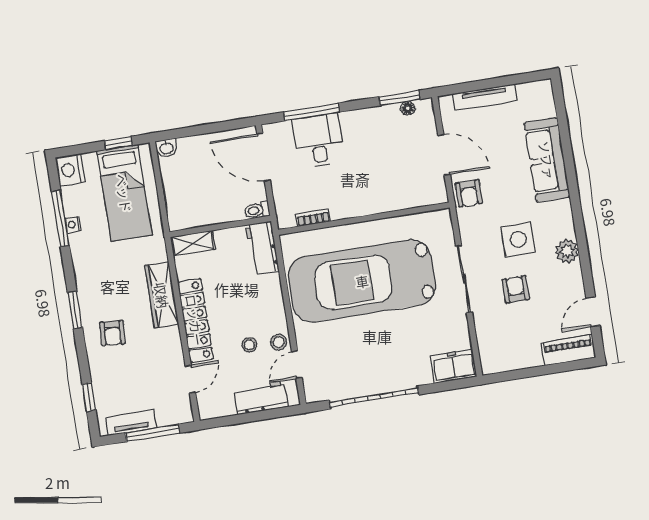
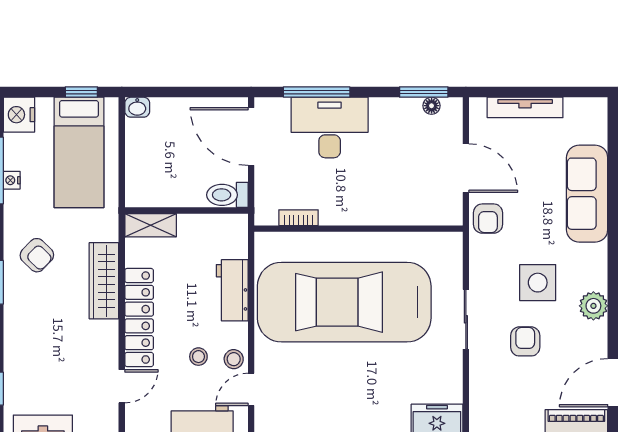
desk: (318, 141) -> (330, 127), width x1.37
toilet: (257, 210) -> (227, 195), width x1.37, depth x1.39
workbench: (262, 248) -> (232, 290), moved
sliding door: (464, 279) -> (466, 319), width x0.73
door: (593, 312) -> (613, 383), width x1.38
armchair: (112, 333) -> (37, 255), moved, turned -50

